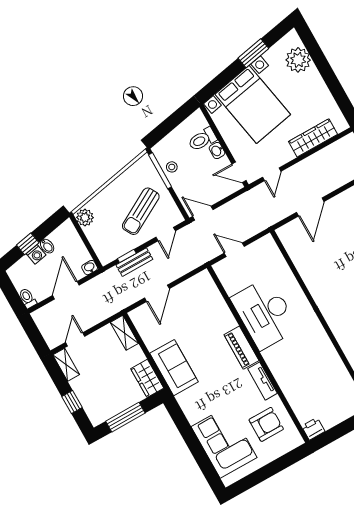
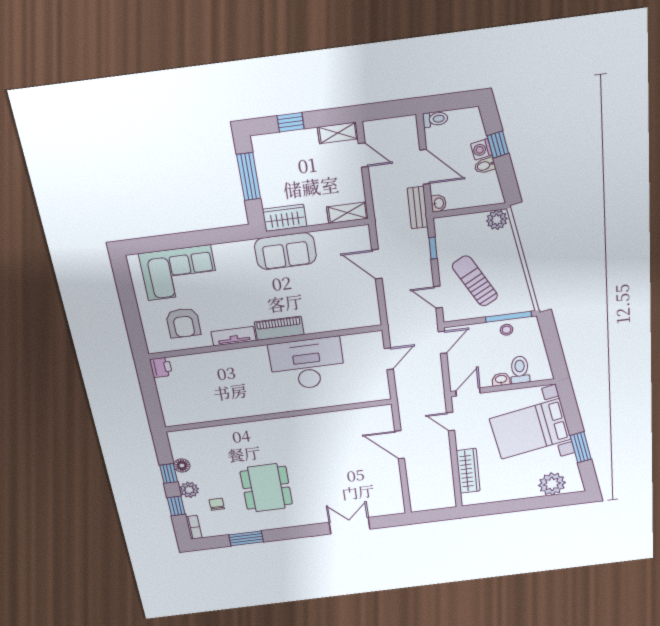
bench: (134, 262) -> (418, 208), moved

